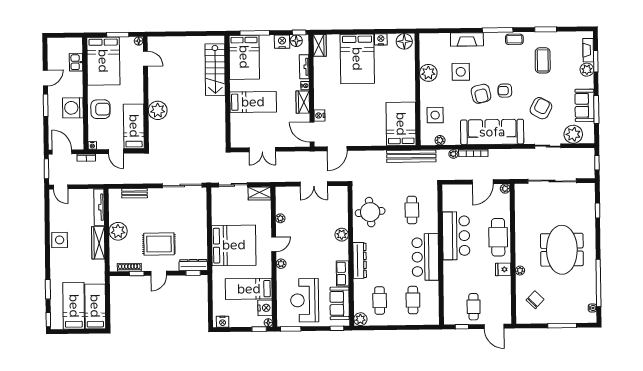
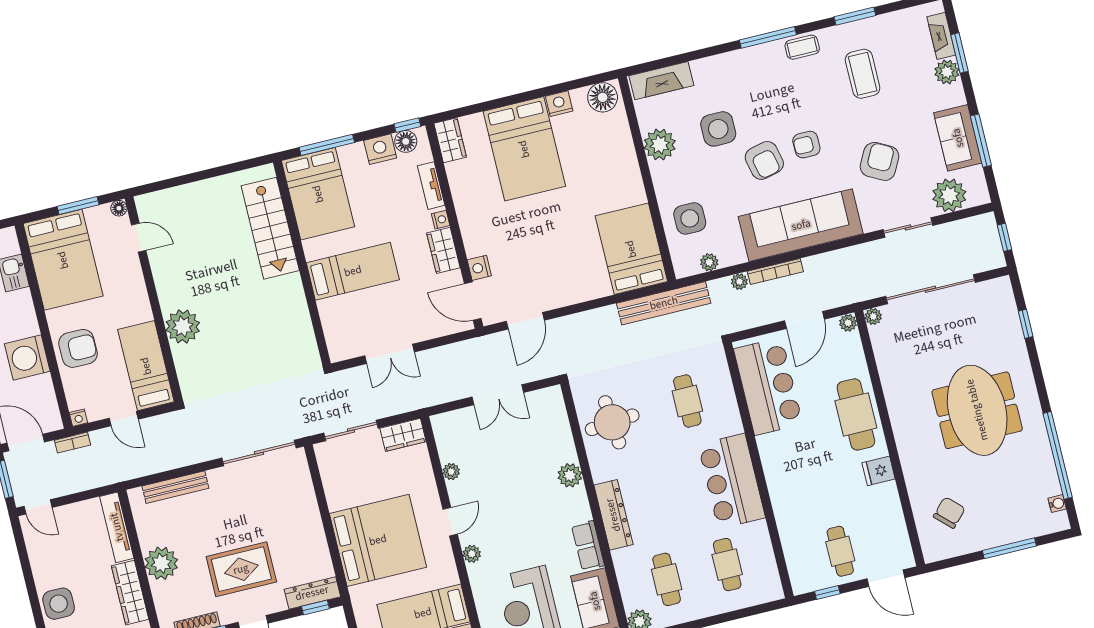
fireplace: (467, 39) -> (661, 81), moved
bench: (135, 193) -> (175, 487), width x1.36
bar counter: (456, 236) -> (768, 386), moved
plant: (520, 271) -> (873, 316), moved

